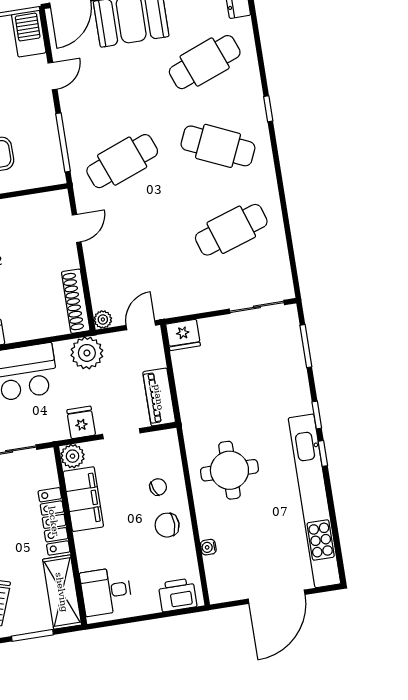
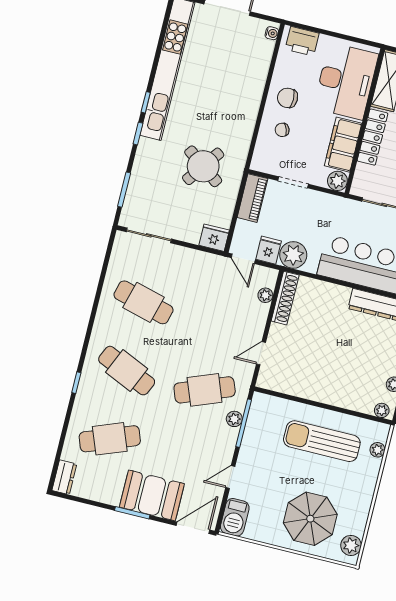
plant: (75, 143) -> (234, 419), added
cafe table: (231, 230) -> (144, 302), turned 33
plant: (103, 319) -> (265, 295), moved
door: (141, 325) -> (243, 259), hinge flipped
fridge: (81, 422) -> (269, 250), moved, turned 180
round table: (229, 470) -> (203, 166), moved, turned 36
chair: (167, 525) -> (288, 98), turned 180
water cooler: (208, 547) -> (272, 33), moved
desk: (106, 591) -> (346, 81), width x1.87, depth x1.30

